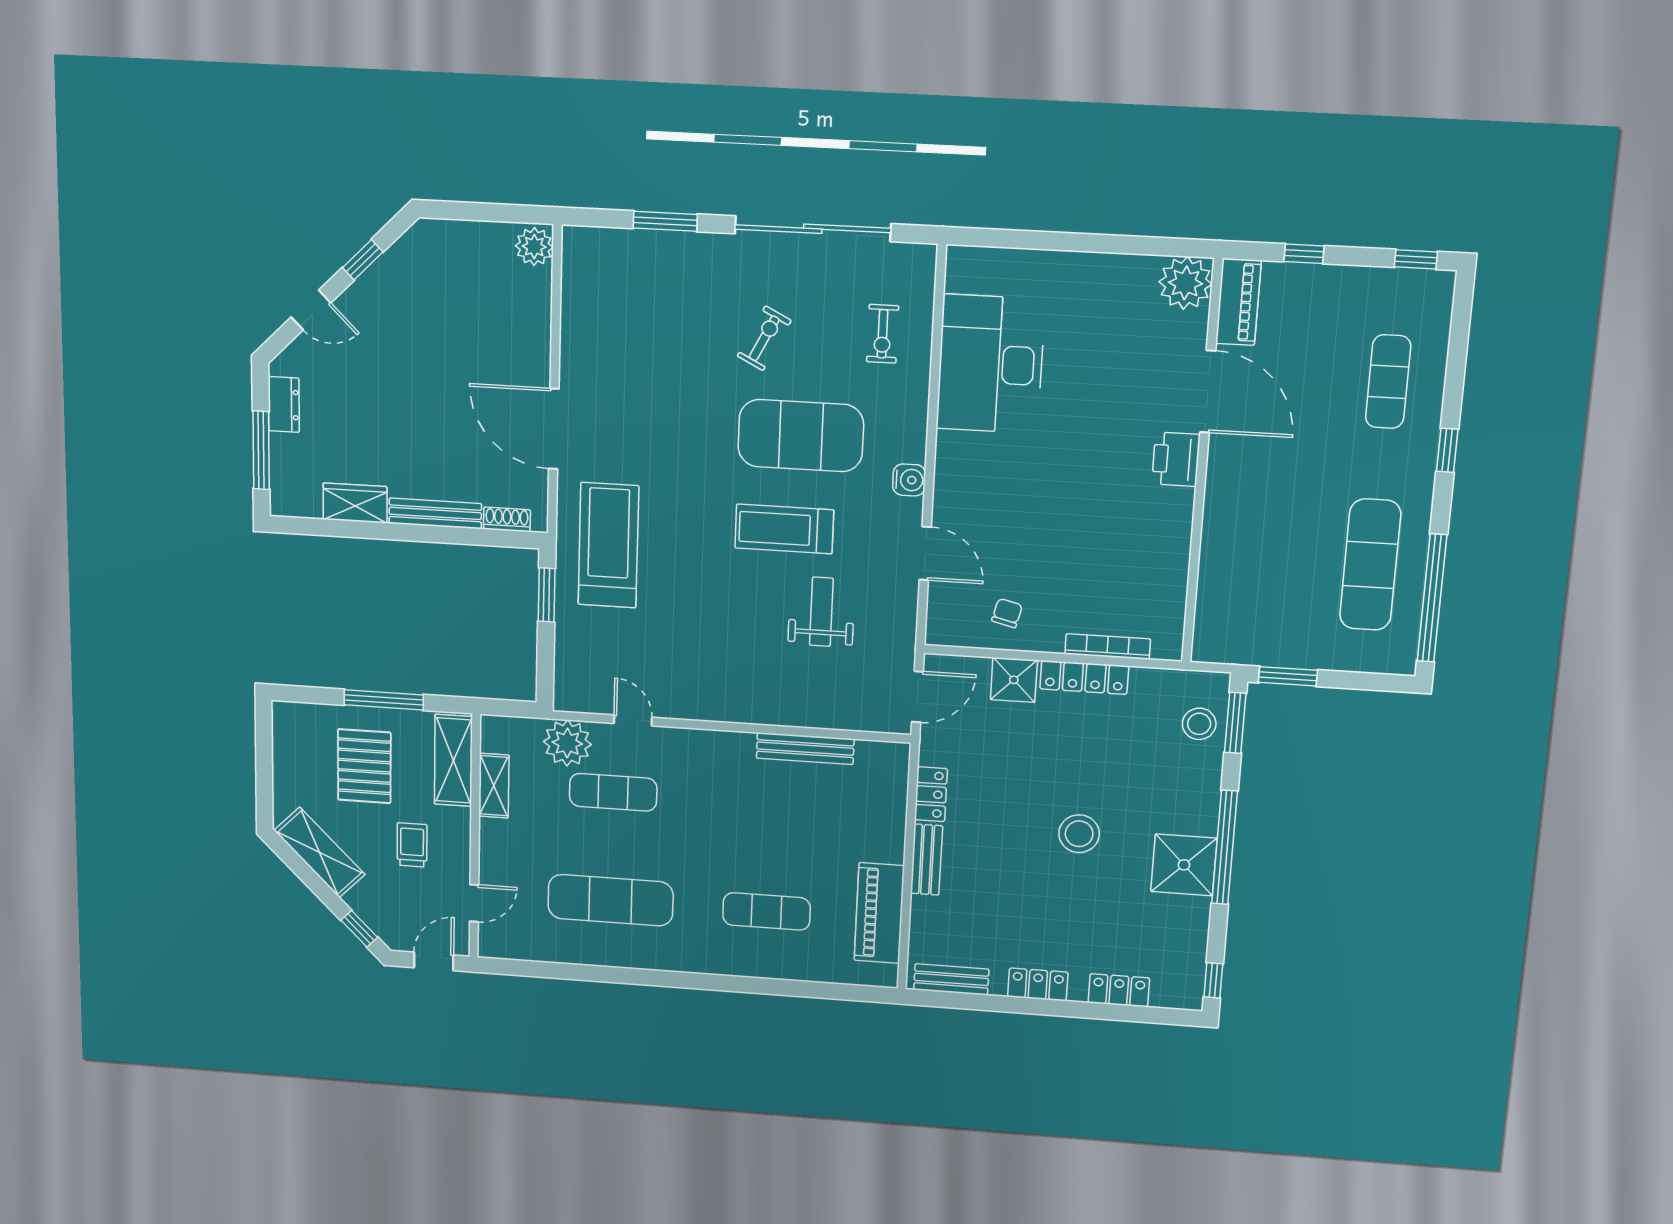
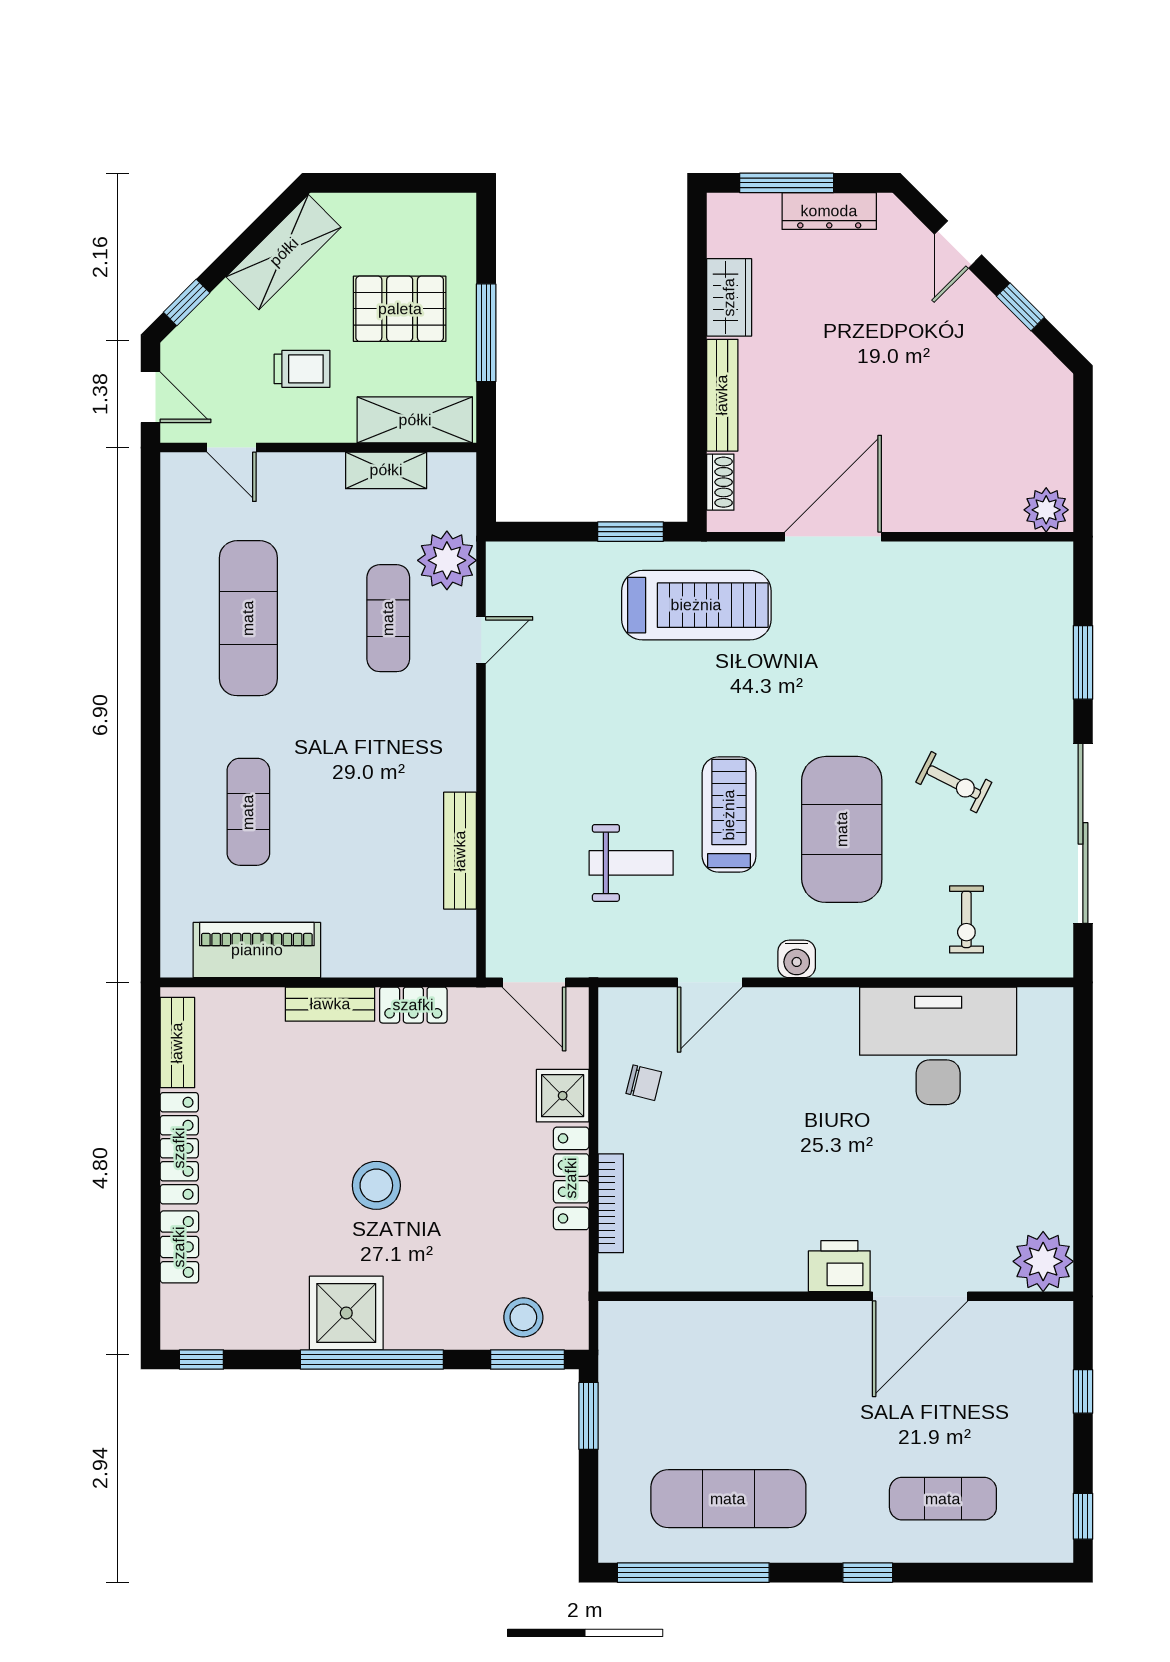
piano: (1238, 302) -> (1025, 1323), removed
exercise bike: (883, 334) -> (966, 919), turned -90
dresser: (284, 404) -> (829, 211), width x1.44
locker: (1038, 984) -> (179, 1148), width x1.53

